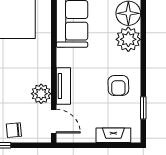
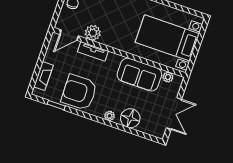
plant: (128, 39) -> (109, 116), width x0.53, depth x0.53
armchair: (118, 85) -> (79, 92), width x1.88, depth x1.88

